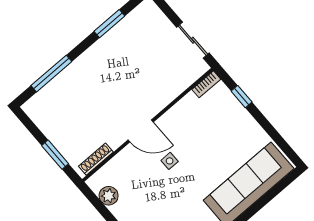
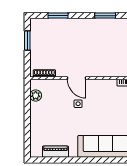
window: (51, 74) -> (58, 16), width x0.69
window: (55, 155) -> (27, 40), moved

